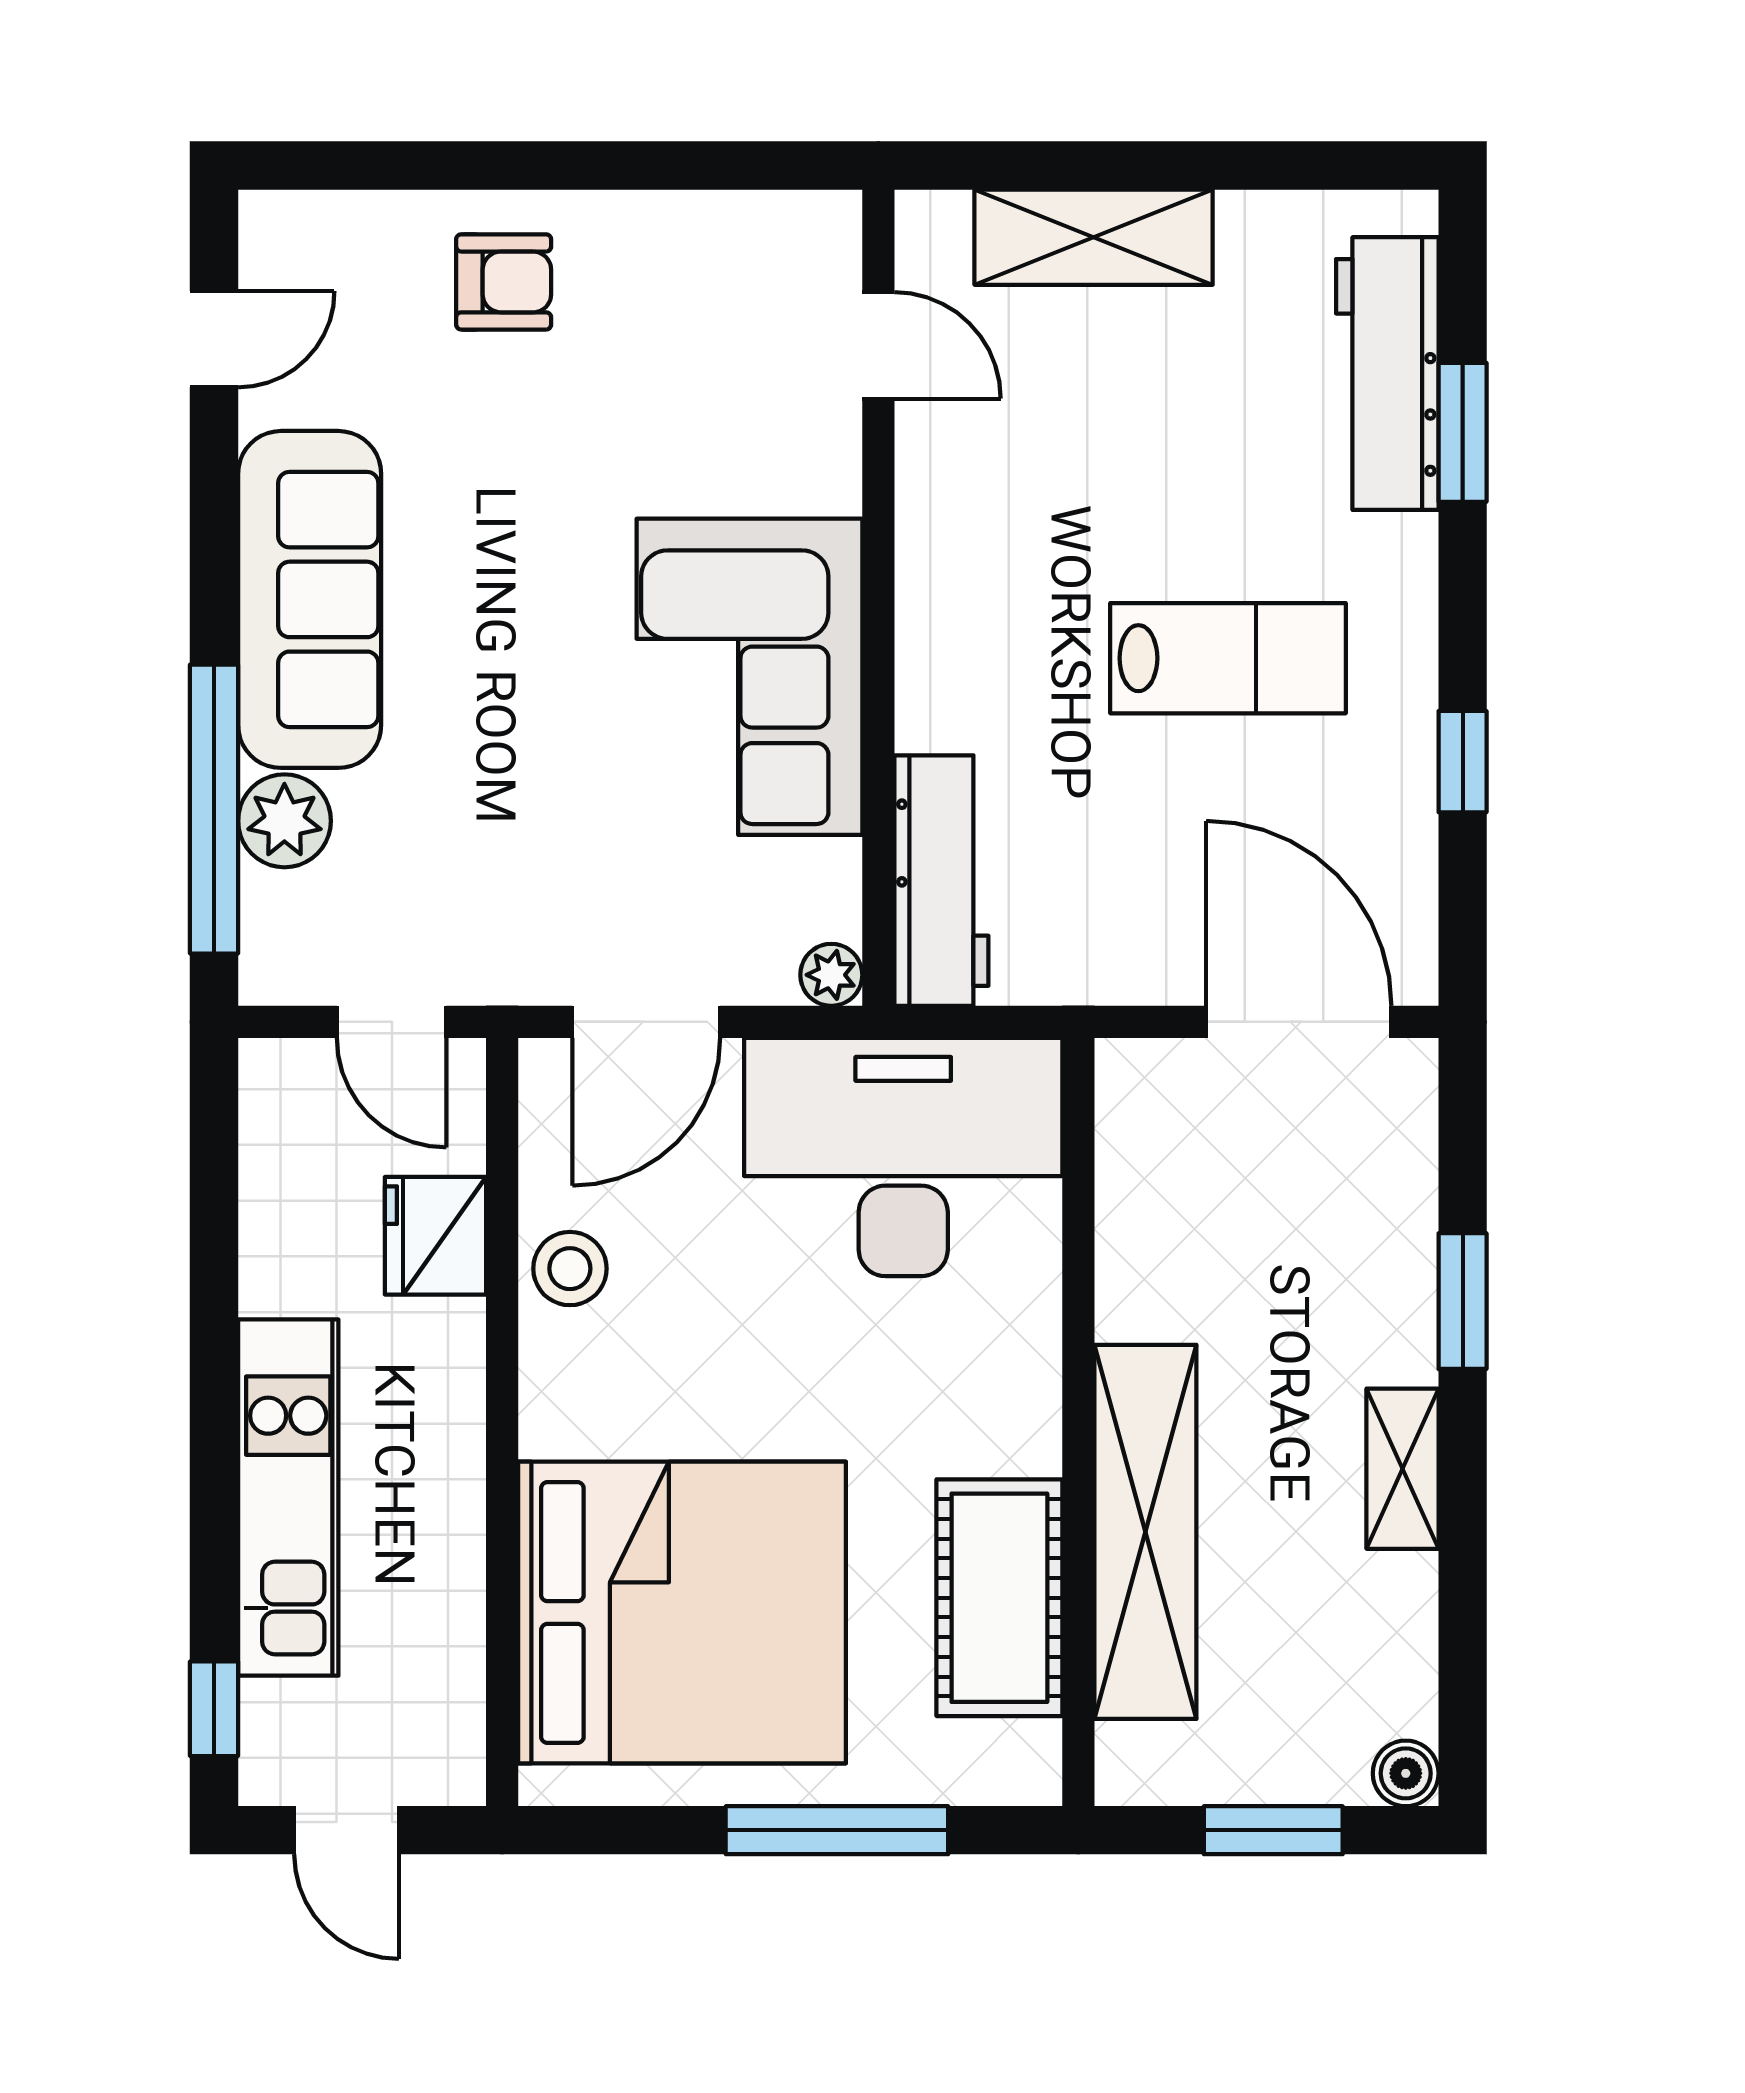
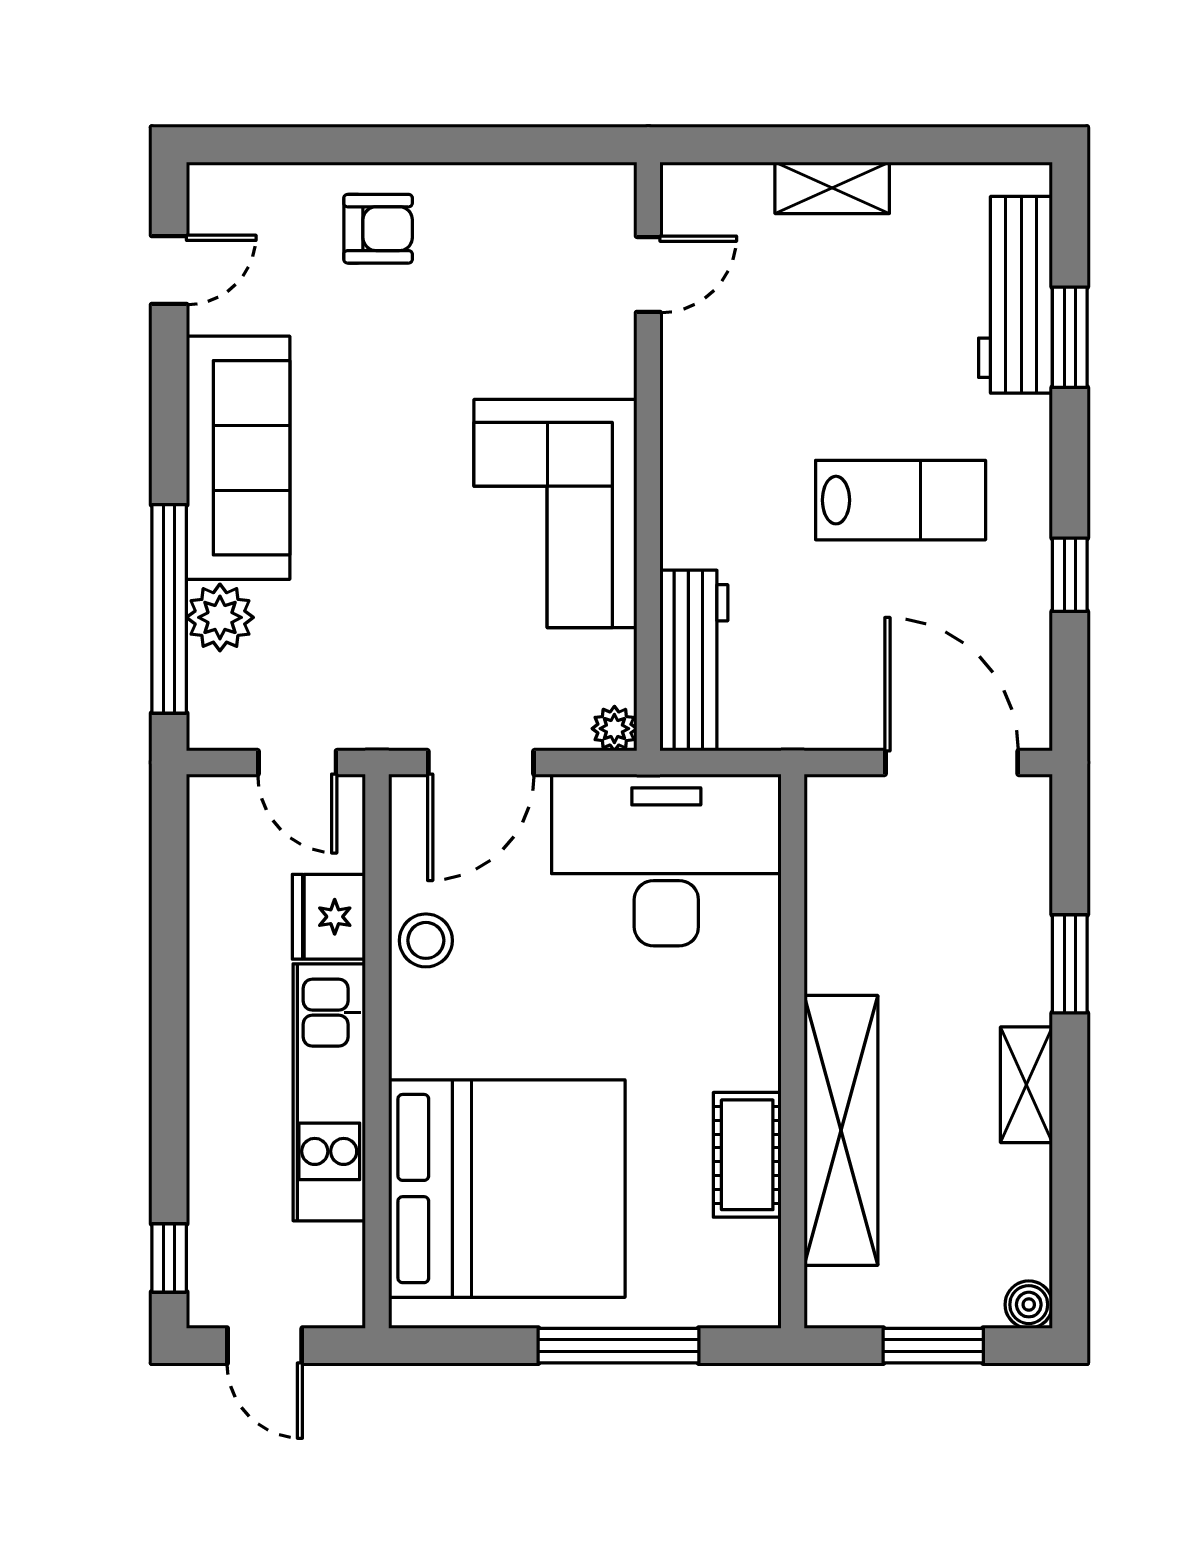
shelving: (1094, 237) -> (832, 188), width x0.67, depth x0.75
door: (878, 345) -> (648, 274), hinge flipped
kitchen unit: (288, 1498) -> (329, 1092), moved, turned 180
cot: (999, 1598) -> (747, 1155), width x0.73, depth x0.75

